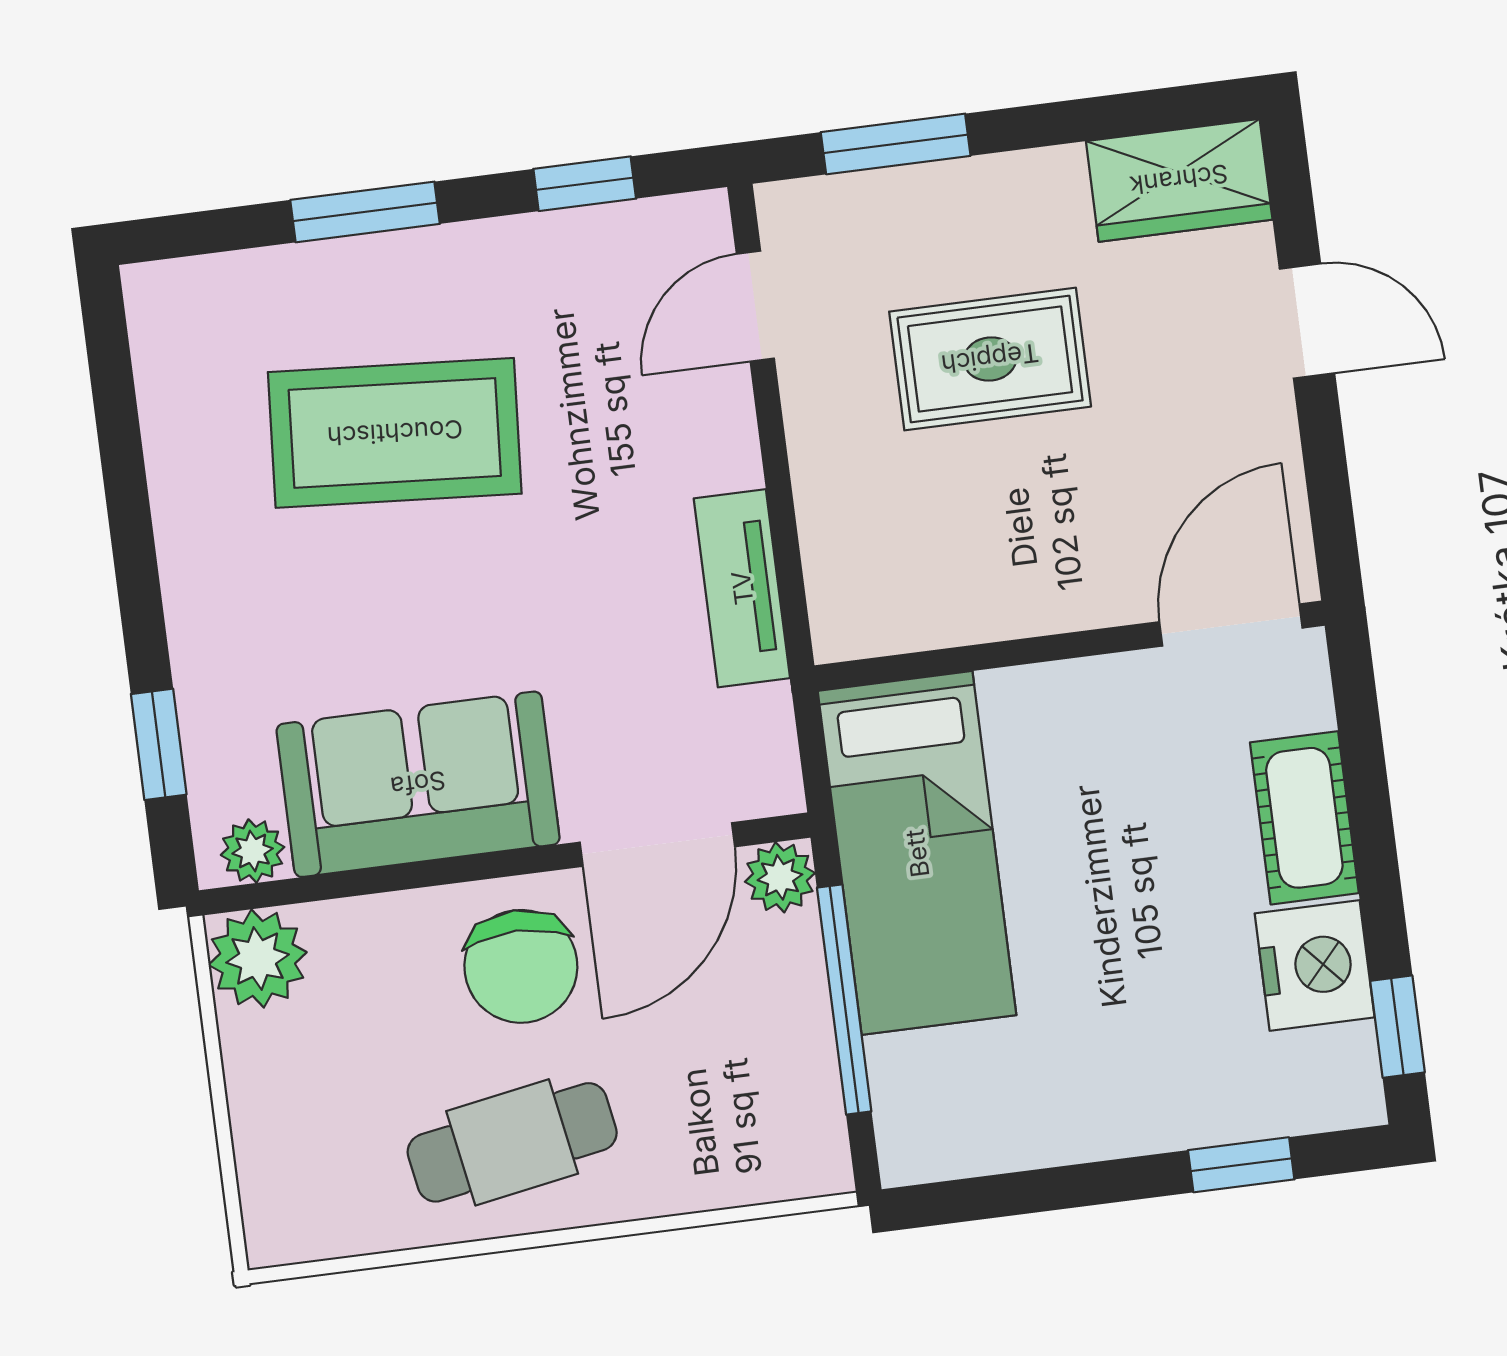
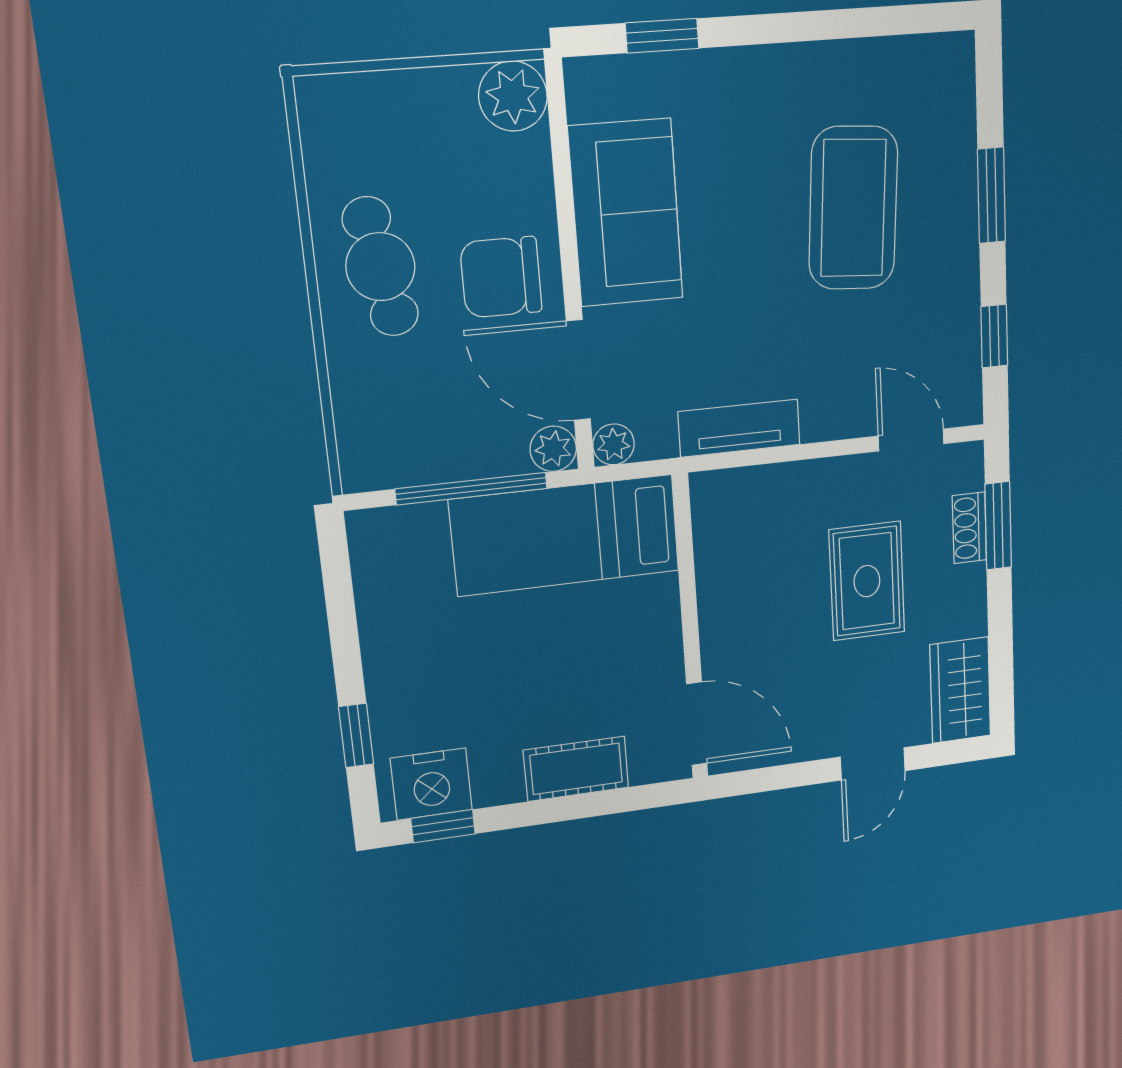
shoe rack: (900, 193) -> (969, 528), added
plant: (253, 851) -> (614, 444), moved
nightstand: (1315, 965) -> (431, 784), moved

